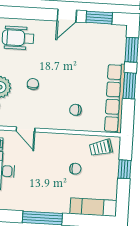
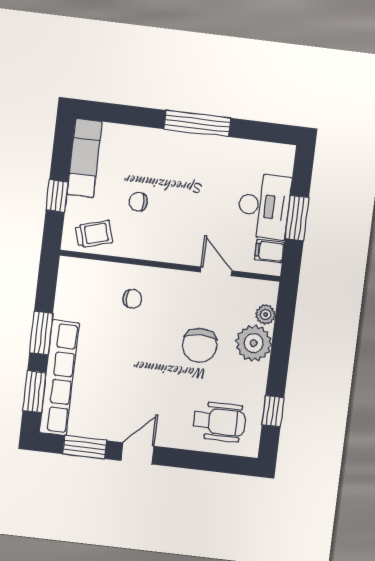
chair: (33, 84) -> (200, 345), width x1.87, depth x1.87
row of seats: (115, 98) -> (59, 378), moved
exam couch: (93, 207) -> (84, 158), moved, turned -90

